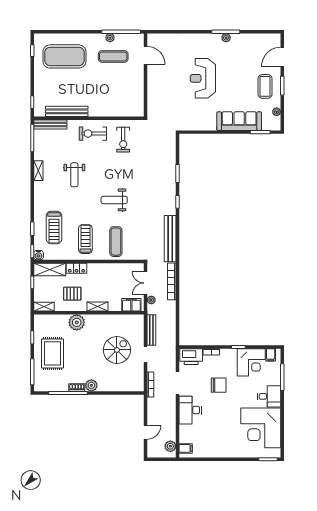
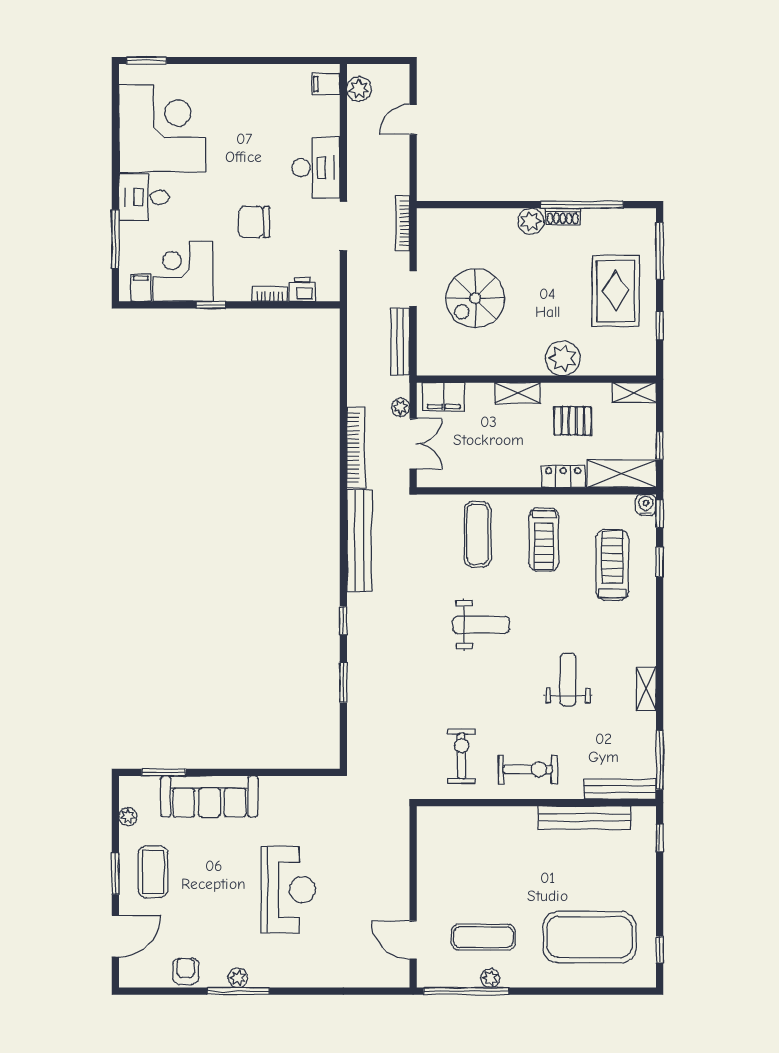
armchair: (250, 41) -> (186, 971), added
printer: (191, 357) -> (302, 289), width x0.53, depth x0.68

